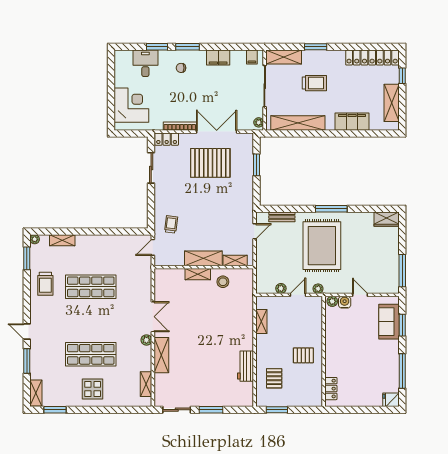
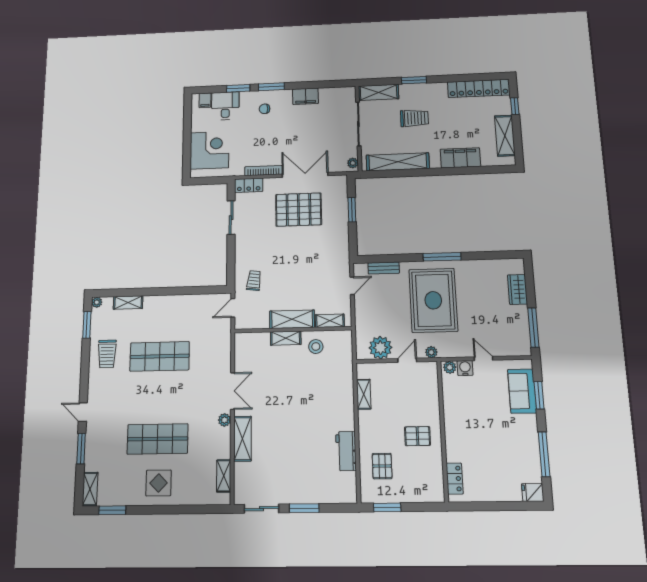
filing cabinet: (252, 57) -> (205, 100), moved
wardrobe: (387, 219) -> (517, 289), moved, turned 90
plant: (281, 288) -> (380, 348), width x1.88, depth x1.88

